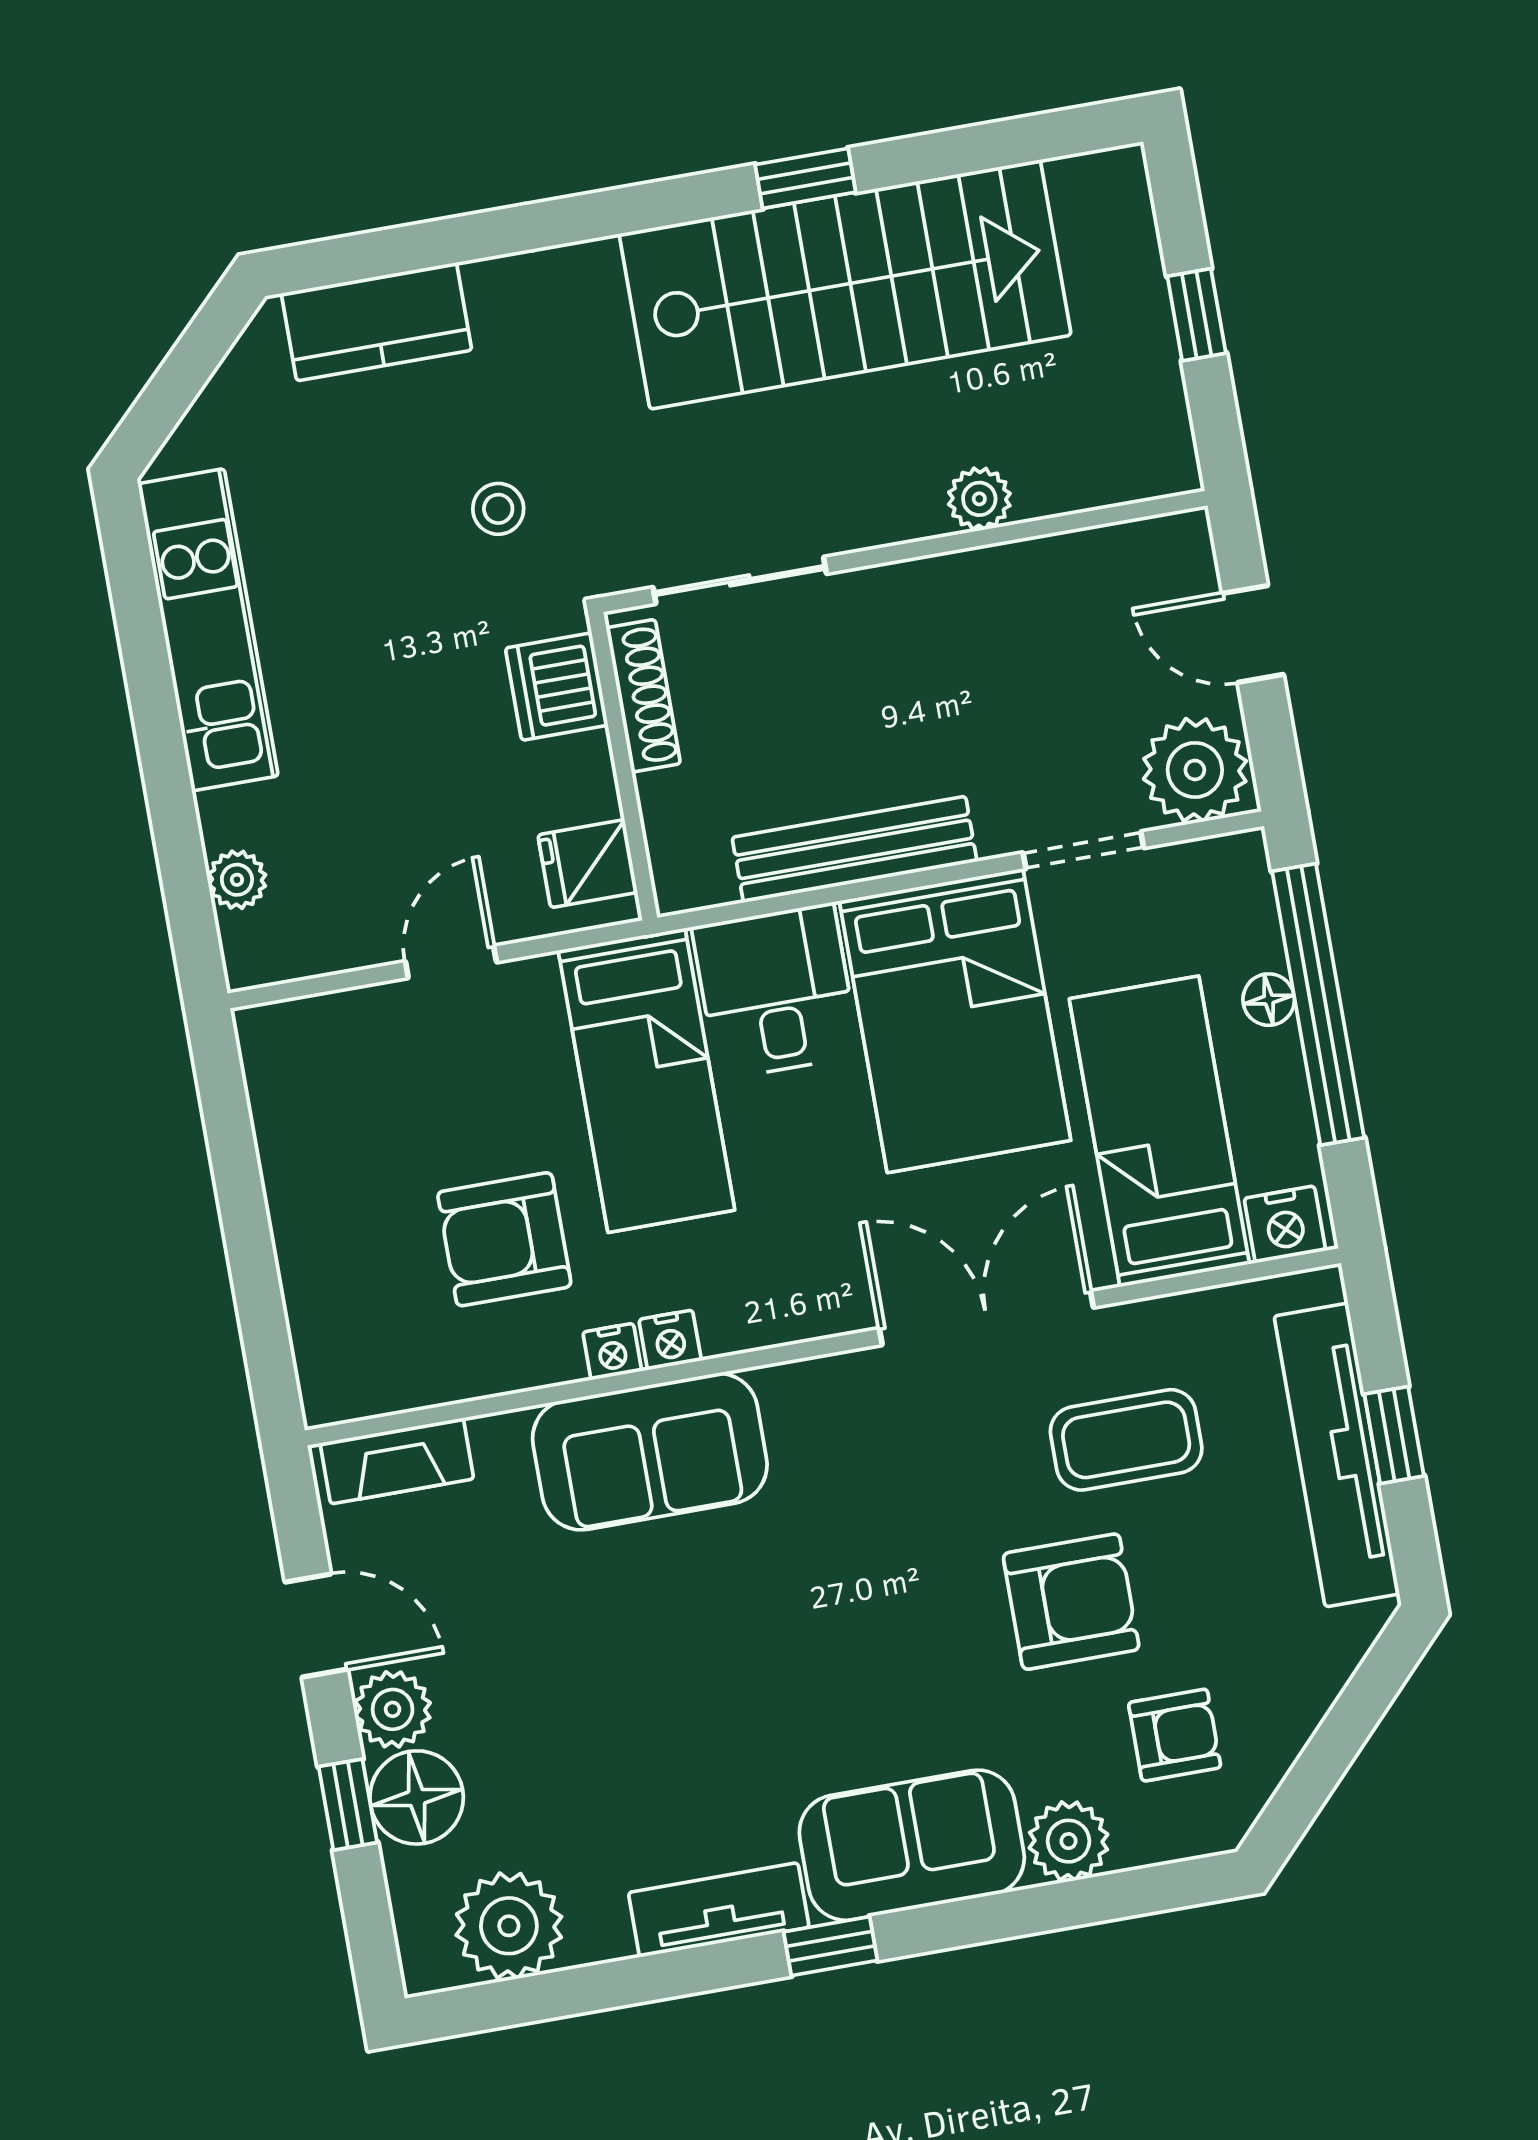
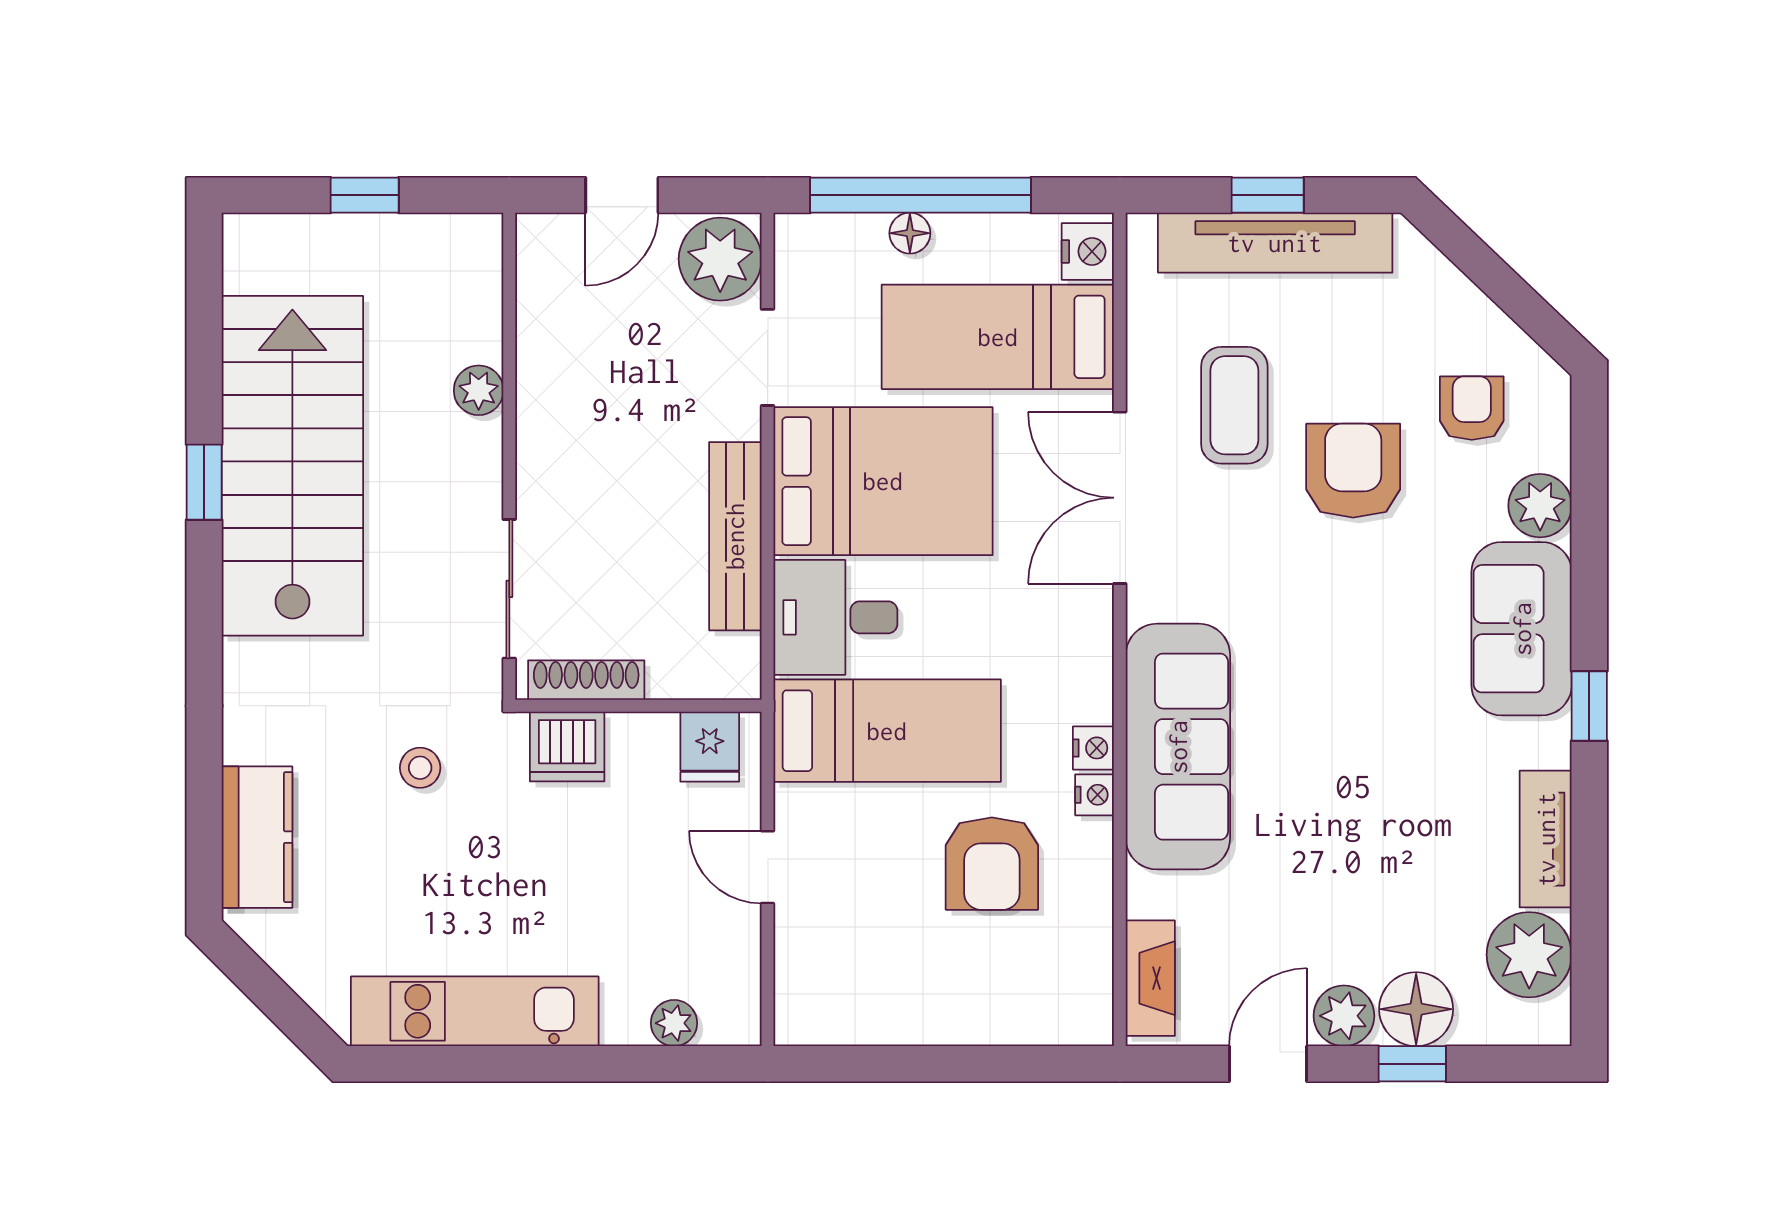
sofa: (650, 1452) -> (1178, 747), width x1.36
tv unit: (719, 1910) -> (1546, 839), moved

